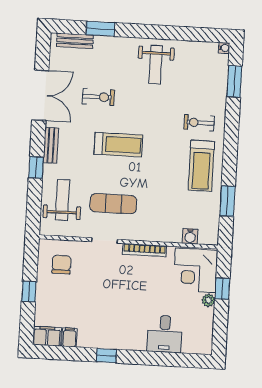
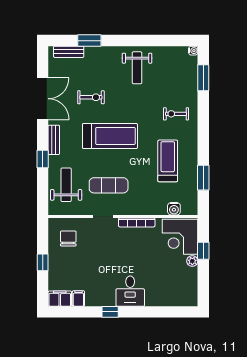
treadmill: (118, 145) -> (110, 136), width x1.37, depth x1.38
treadmill: (201, 166) -> (168, 161), moved, turned 180
desk: (165, 334) -> (130, 291), moved

